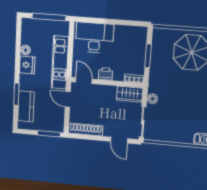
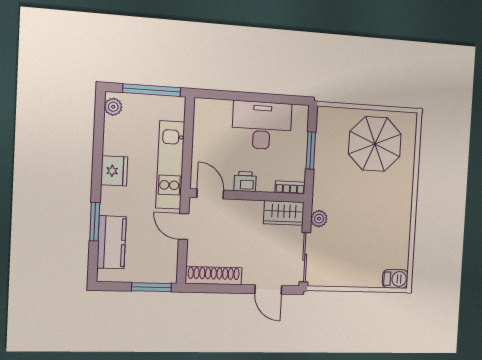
desk: (94, 38) -> (262, 125), moved
plant: (26, 50) -> (113, 107), moved

